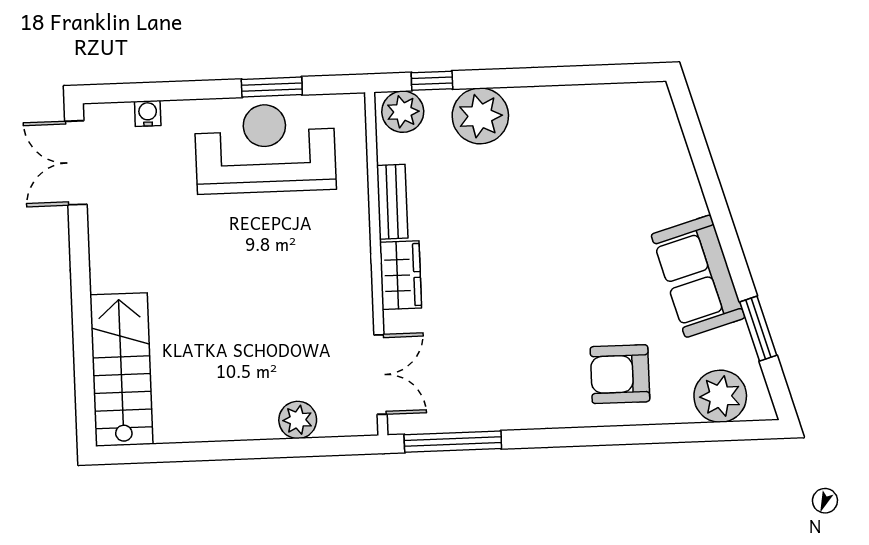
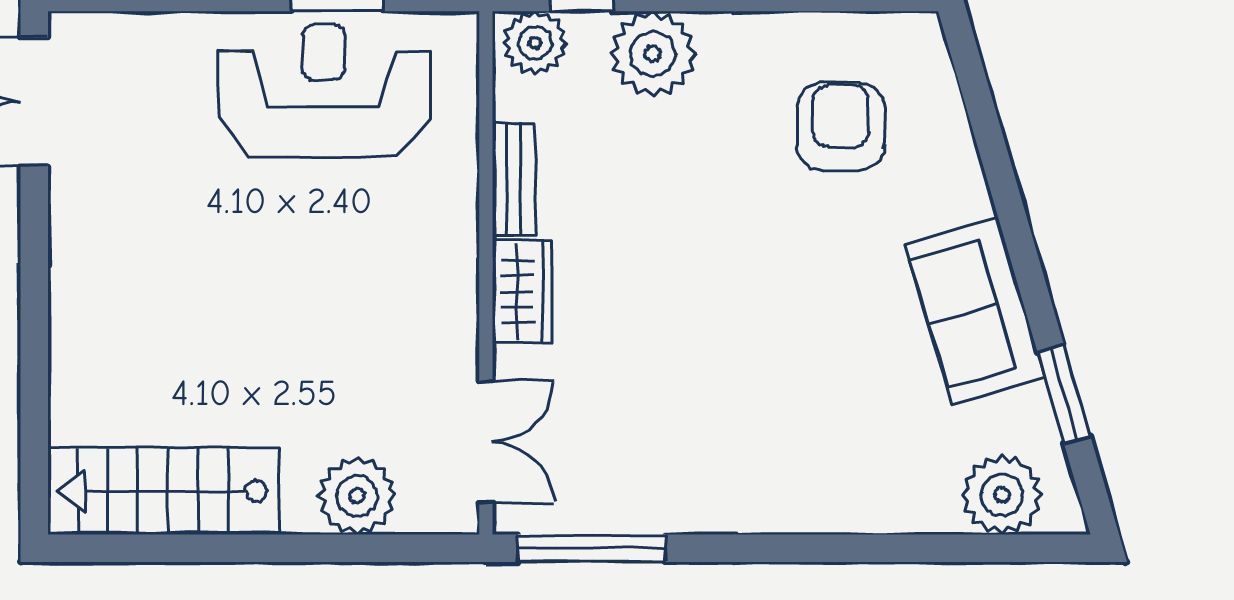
water cooler: (148, 113) -> (146, 30), removed
stairs: (121, 369) -> (164, 491), moved, turned -90
armchair: (620, 374) -> (841, 127), moved, turned 90
plant: (298, 420) -> (357, 496), width x1.36, depth x1.36

